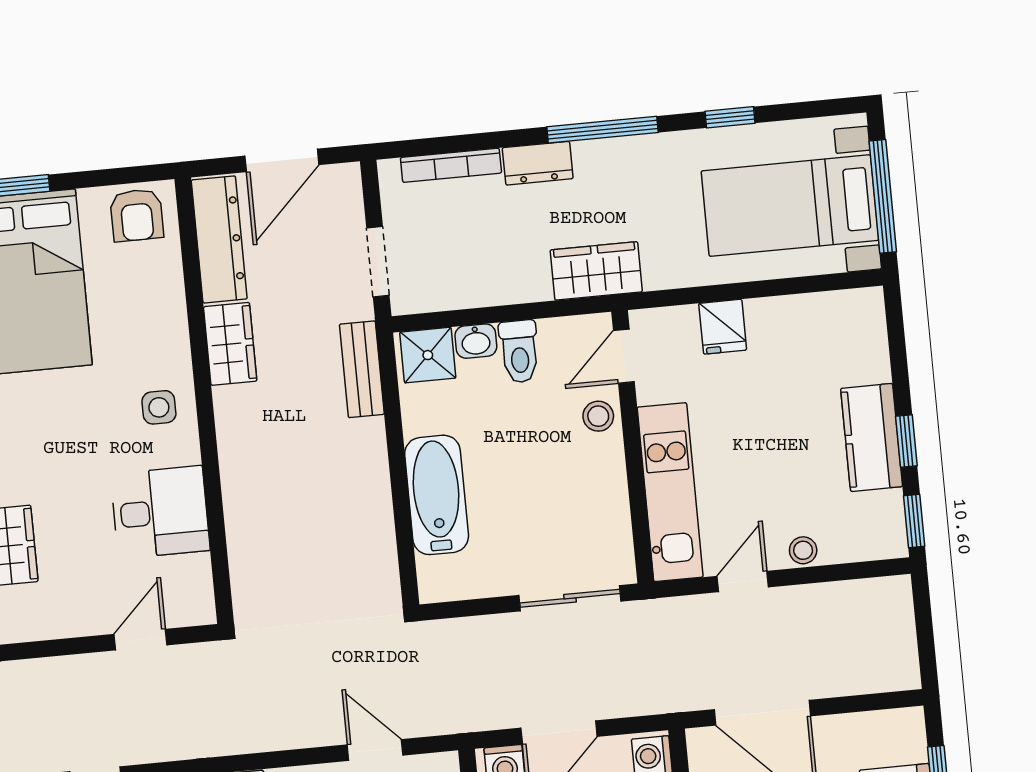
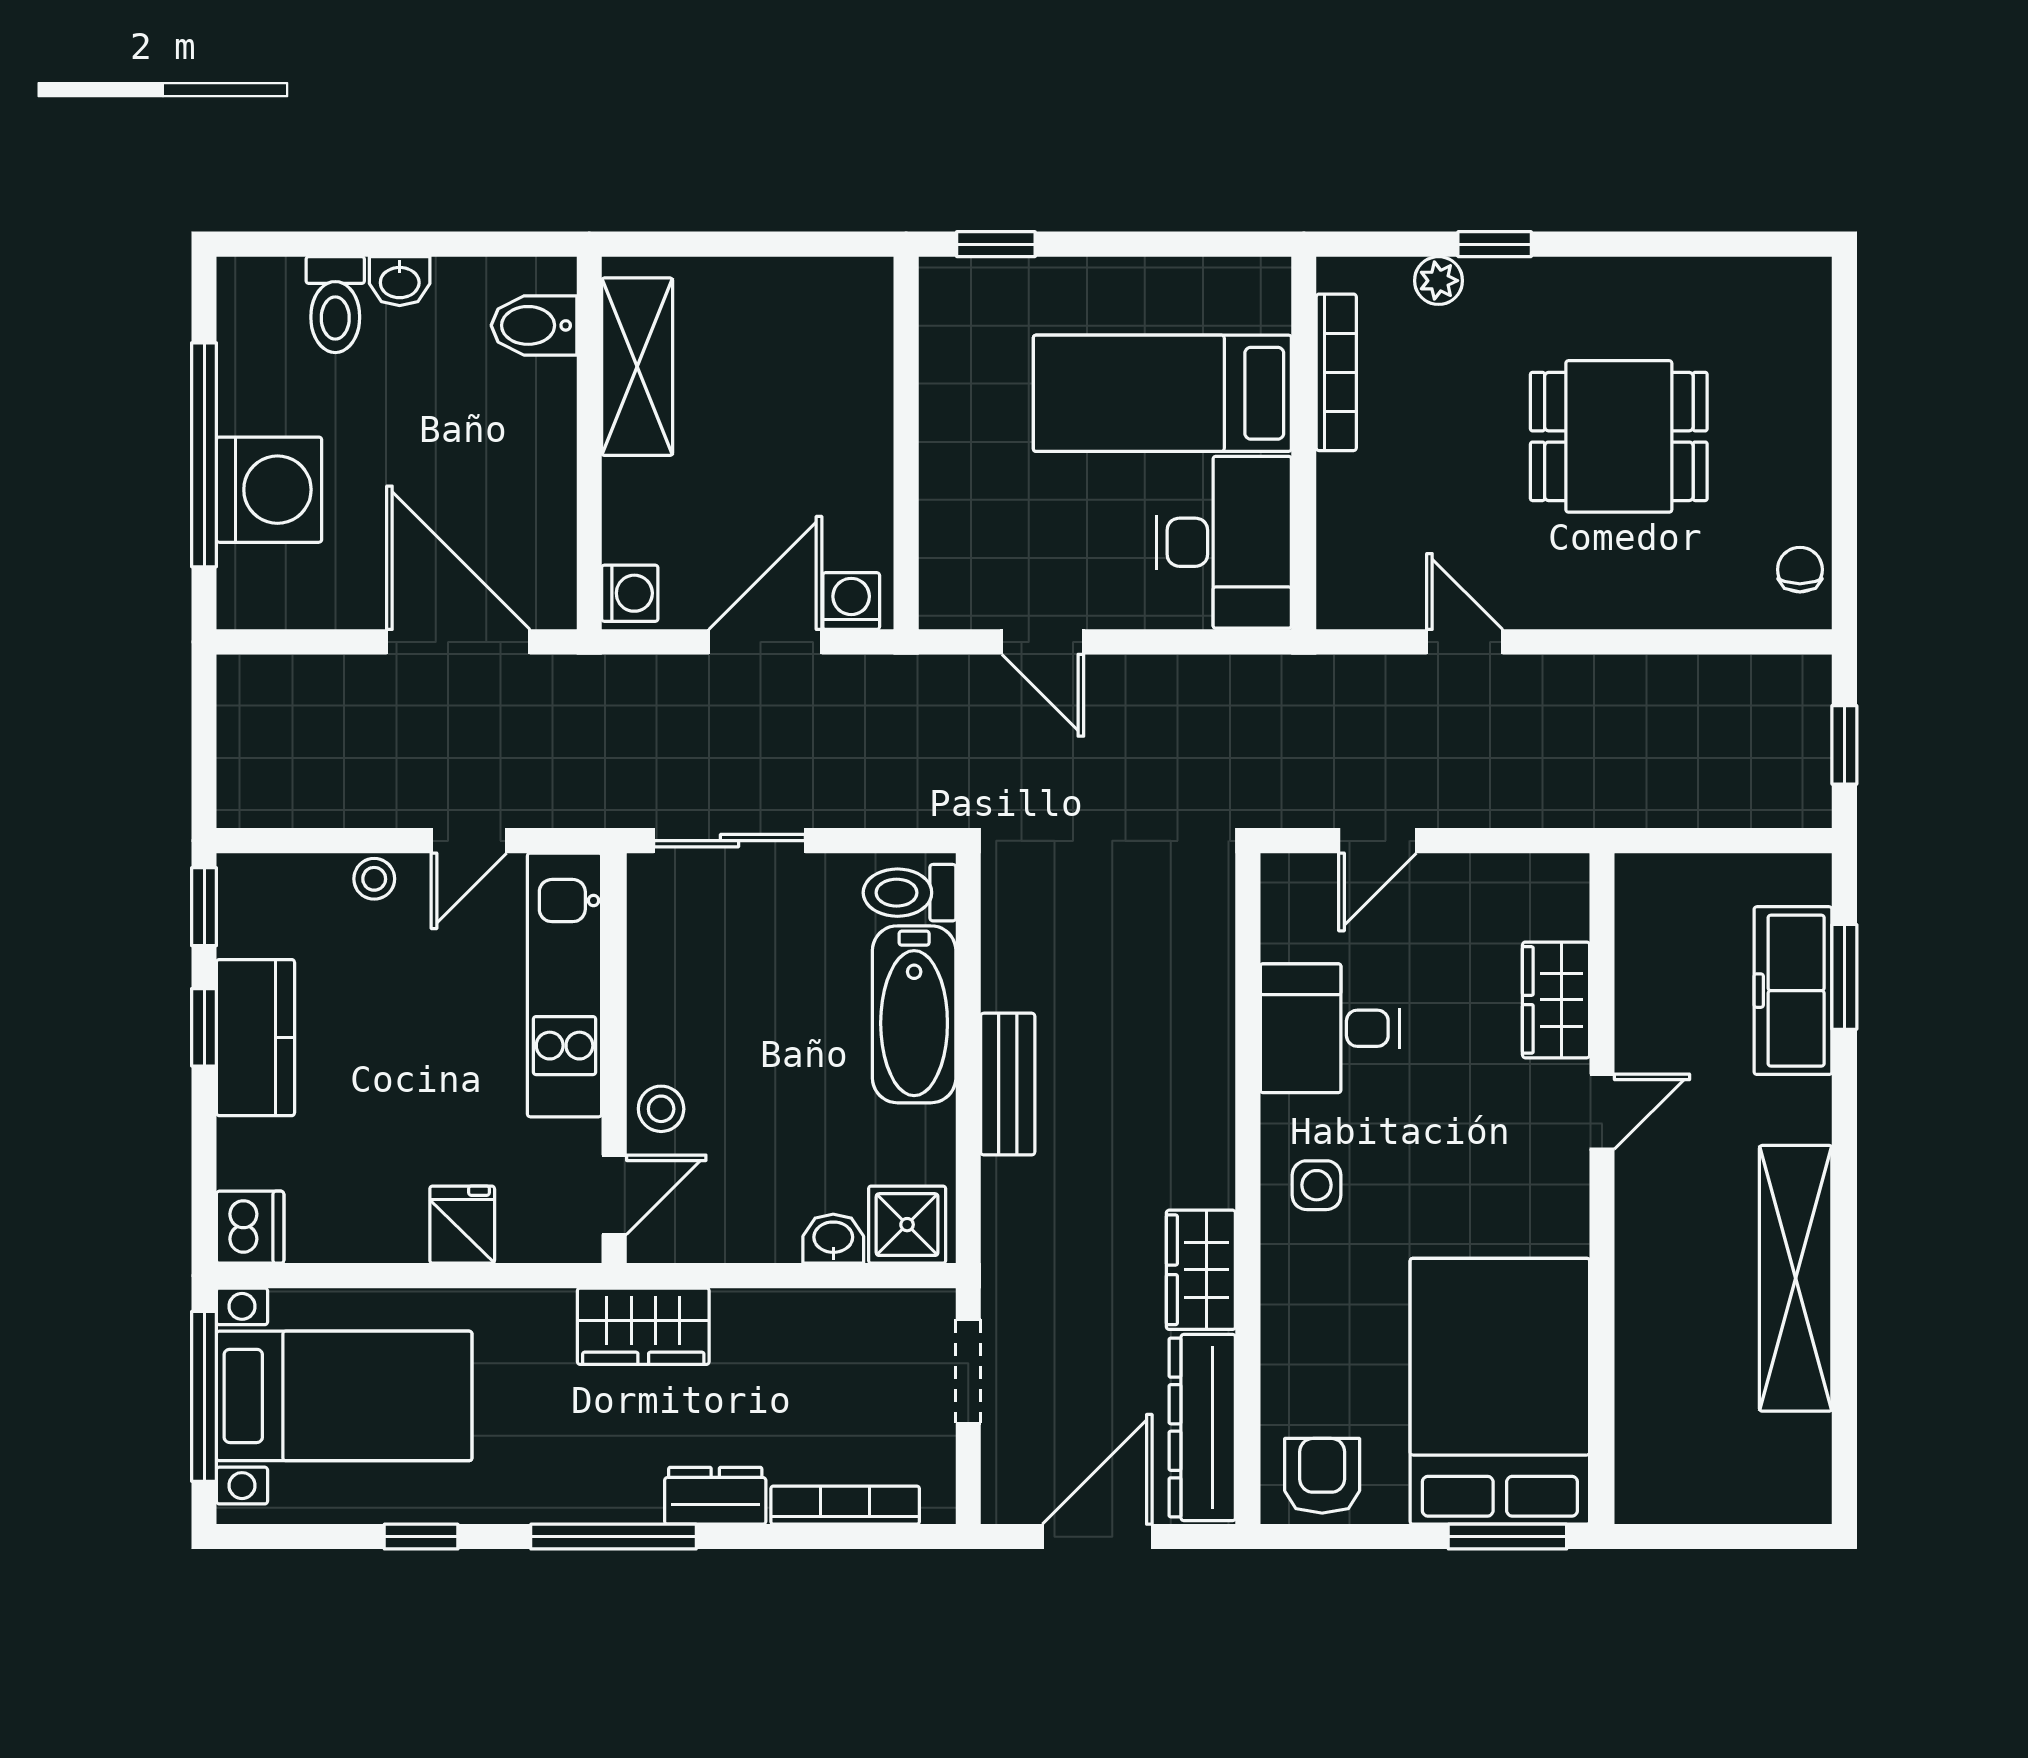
dishwasher: (863, 311) -> (250, 1227), added
toilet: (519, 351) -> (909, 893), moved, turned -90
bench: (362, 369) -> (1008, 1084), moved

